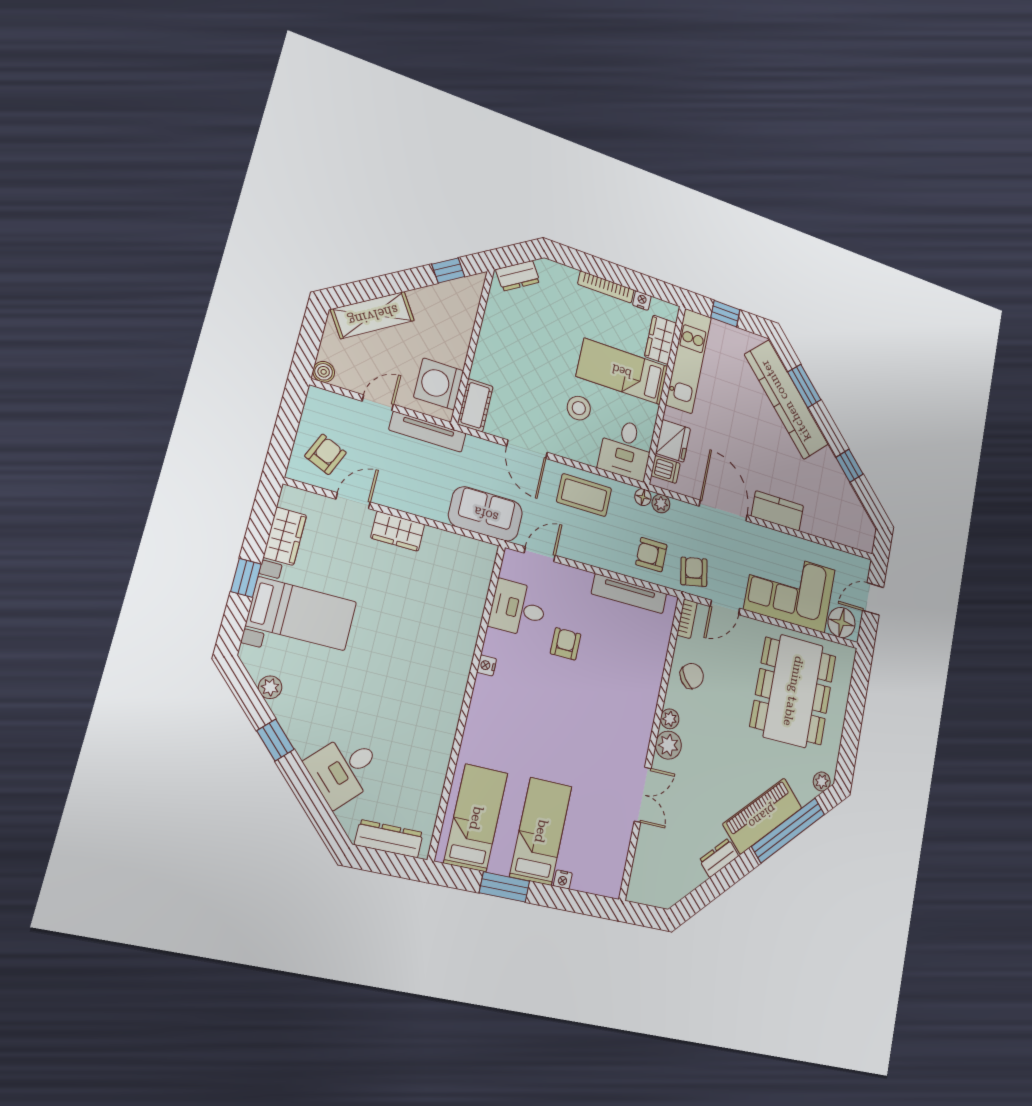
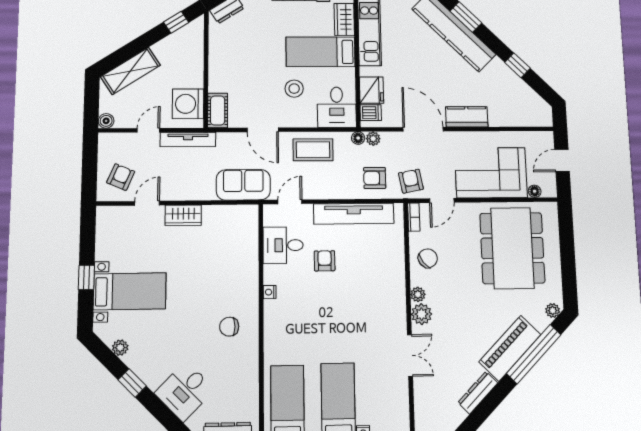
wardrobe: (285, 536) -> (106, 241), removed
tv unit: (629, 594) -> (354, 214), width x1.36, depth x1.29
floor lamp: (842, 623) -> (535, 191), width x0.53, depth x0.53
chair: (424, 697) -> (229, 327), added
dresser: (719, 858) -> (478, 393), width x1.44

